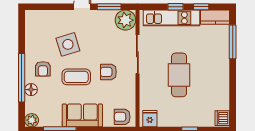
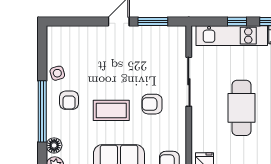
plant: (125, 20) -> (174, 38), removed
side table: (68, 44) -> (57, 73), moved, width x0.54, depth x0.54
floor lamp: (31, 90) -> (54, 145), moved

